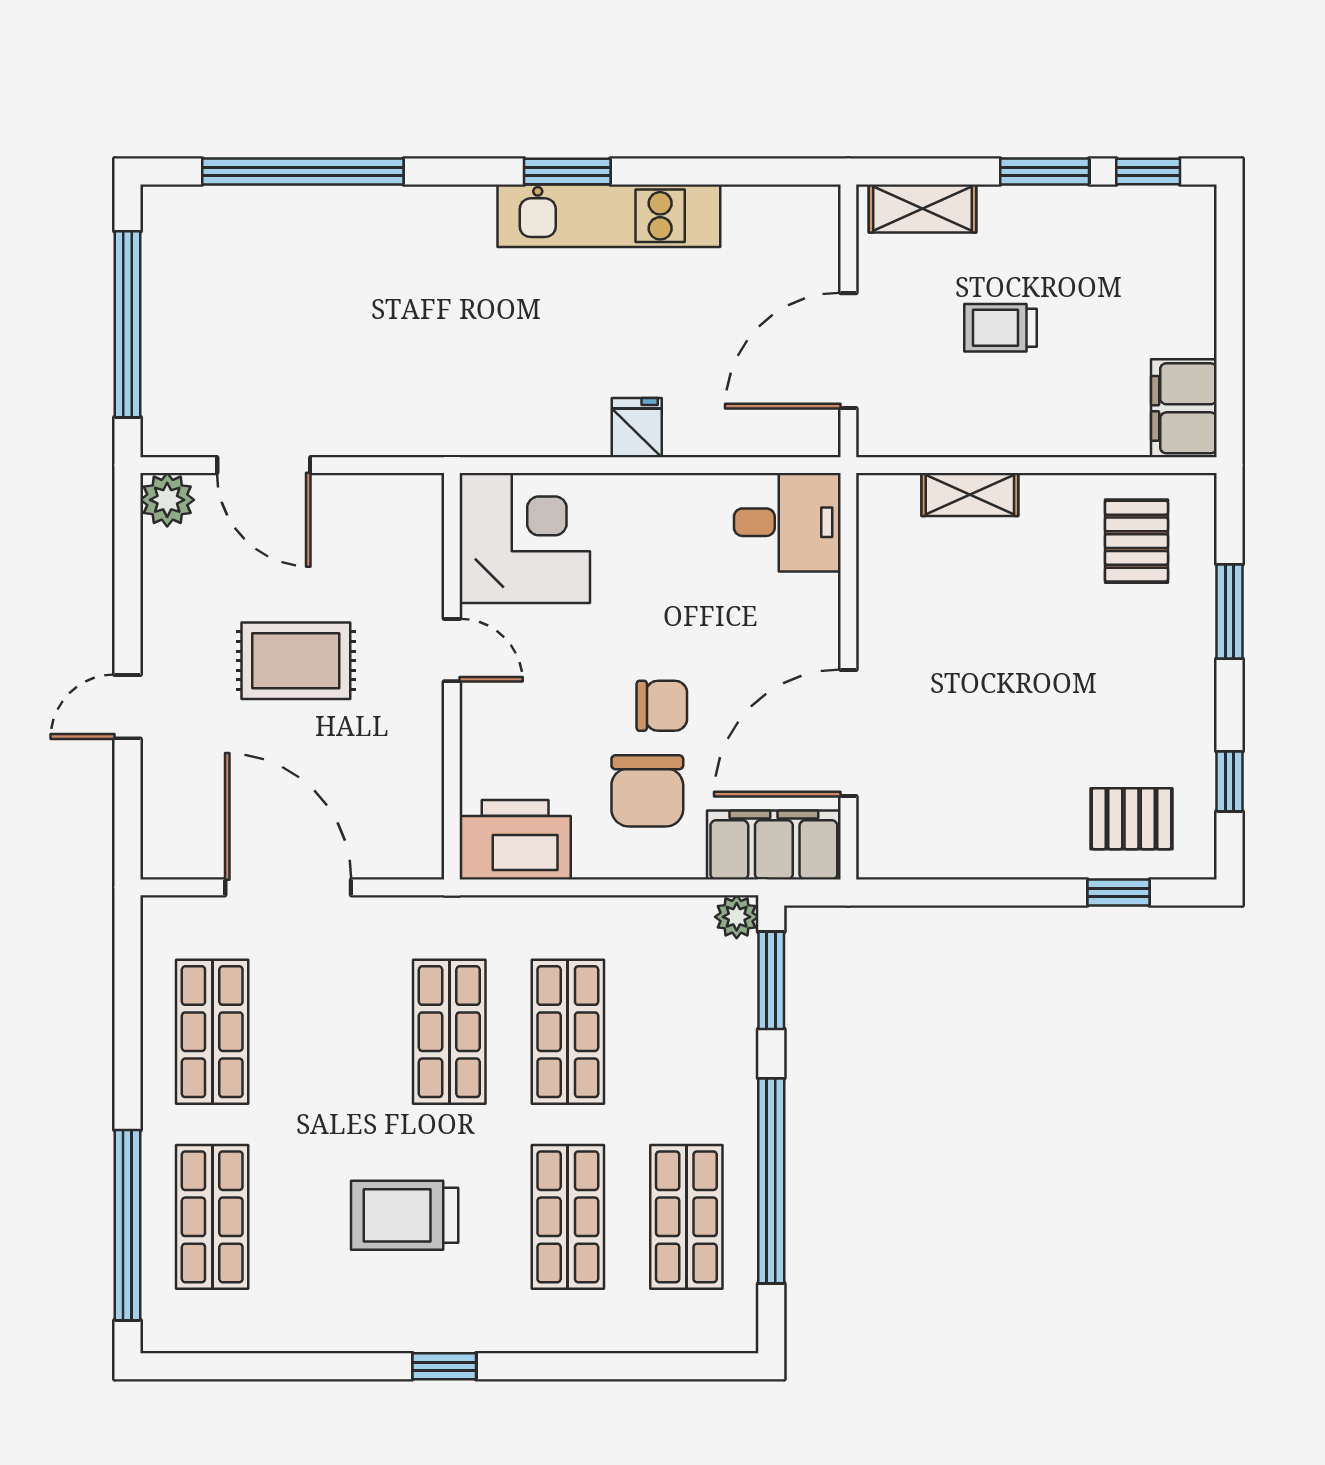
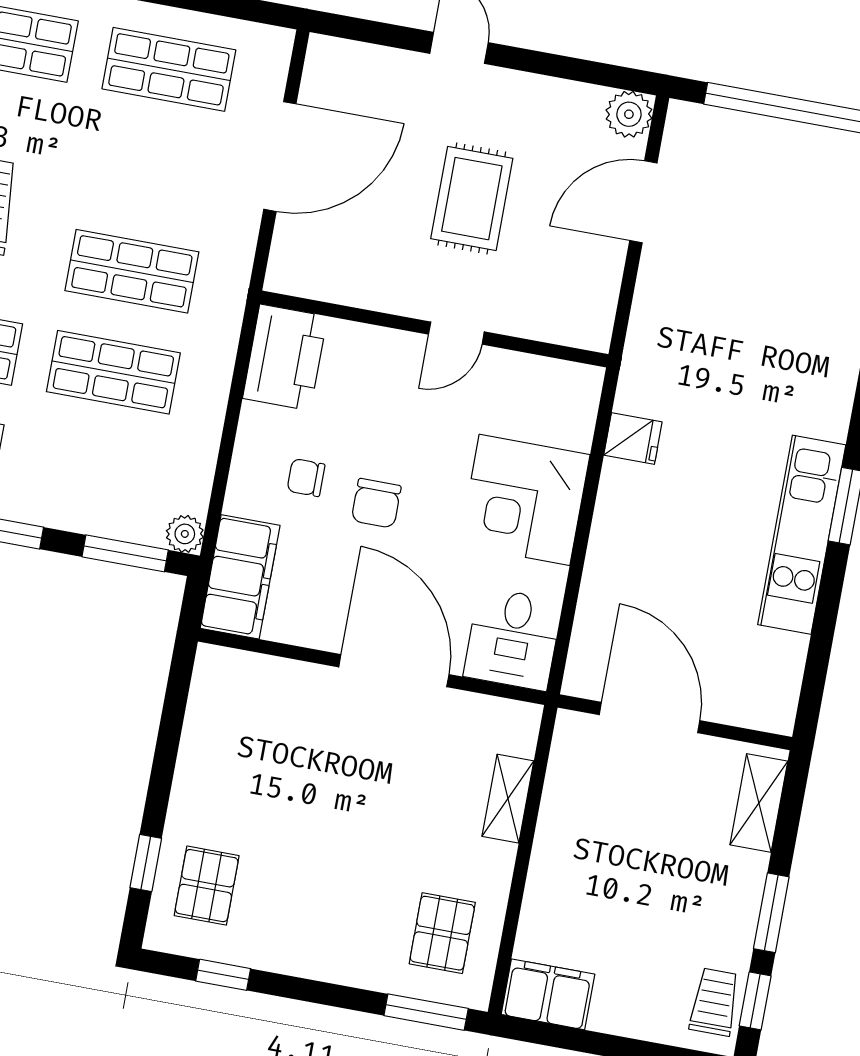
trolley: (1000, 328) -> (715, 1002), moved
fridge: (637, 428) -> (633, 438), moved
corner desk: (525, 538) -> (525, 500), moved, turned 90
pallet: (1136, 541) -> (442, 933), turned 90
window: (1229, 611) -> (426, 1012), moved
door: (848, 733) -> (394, 671), moved
chair: (647, 791) -> (306, 478), width x0.54, depth x0.54

